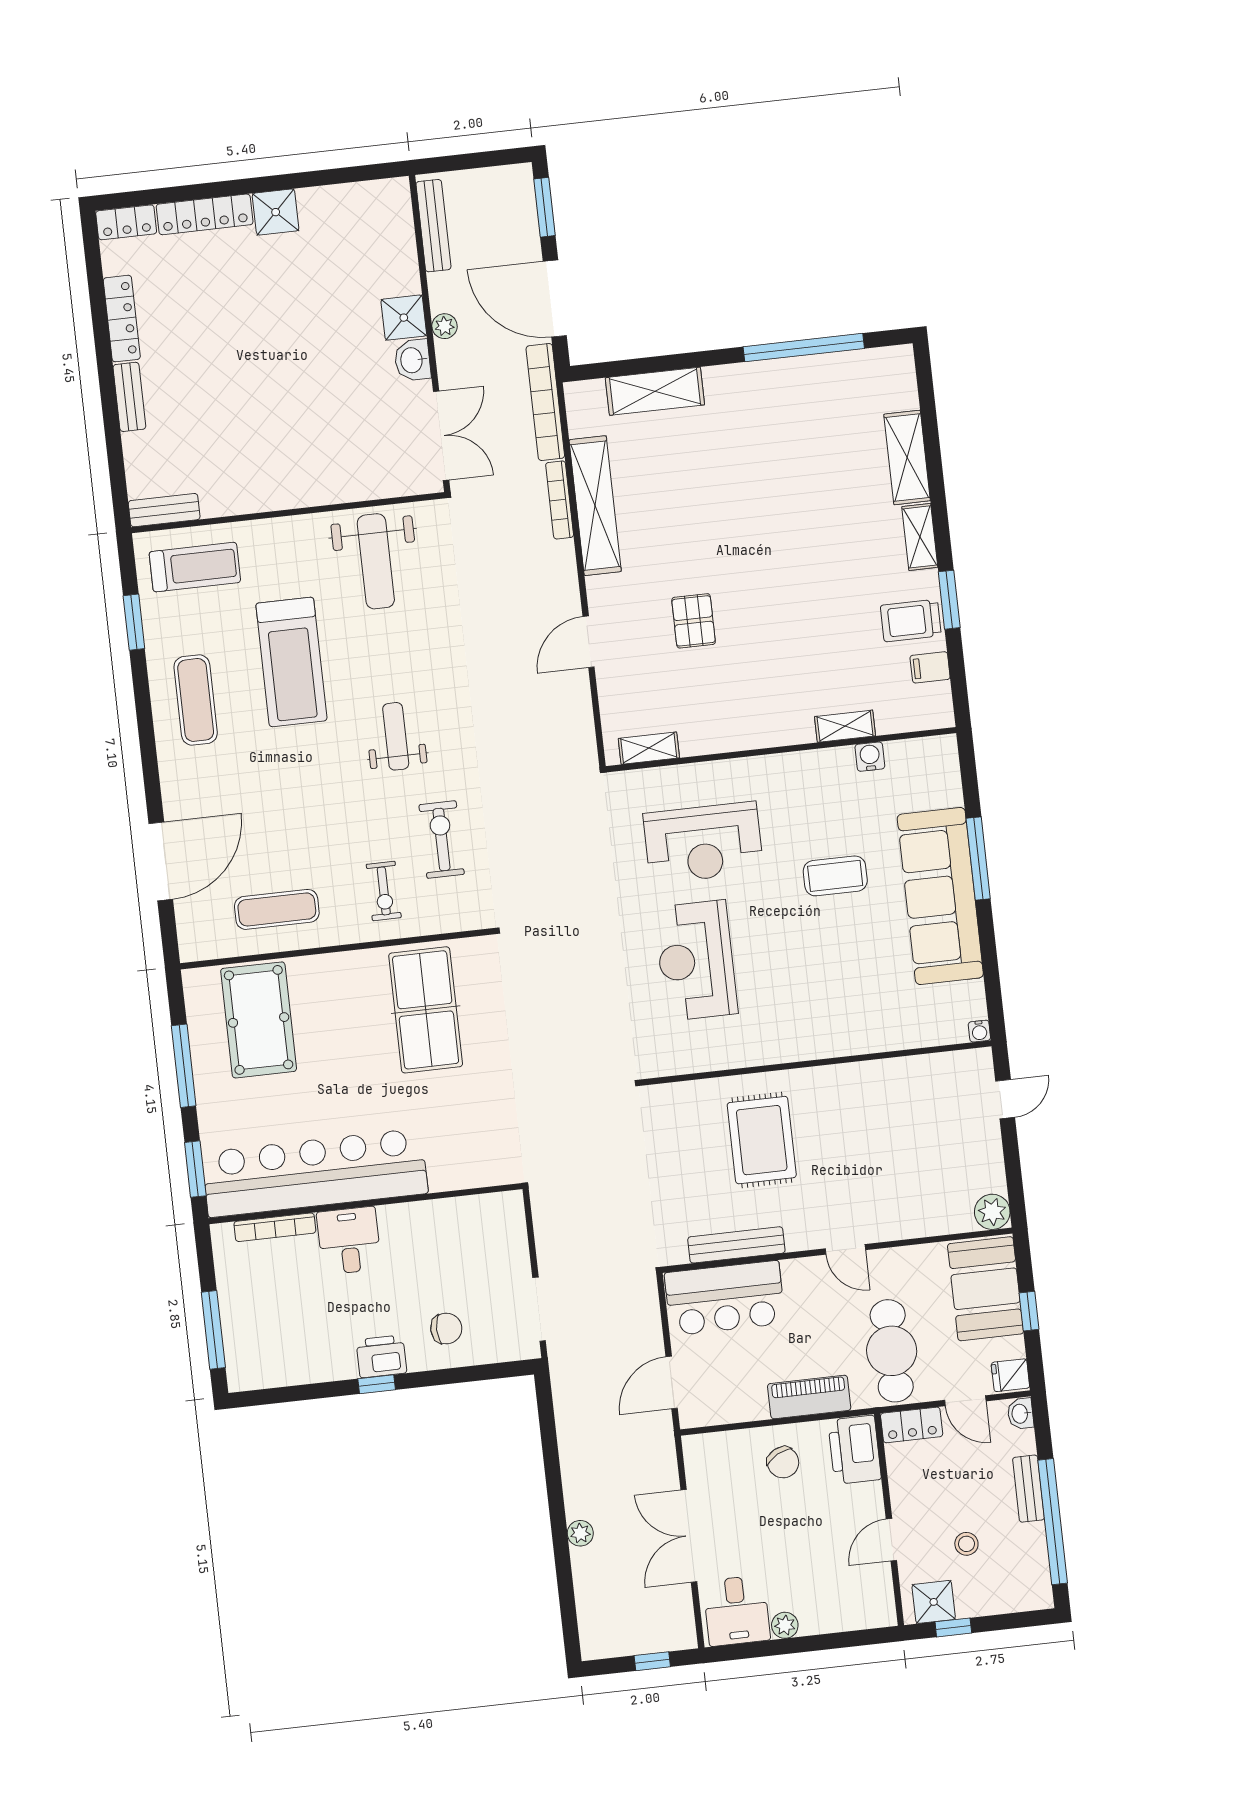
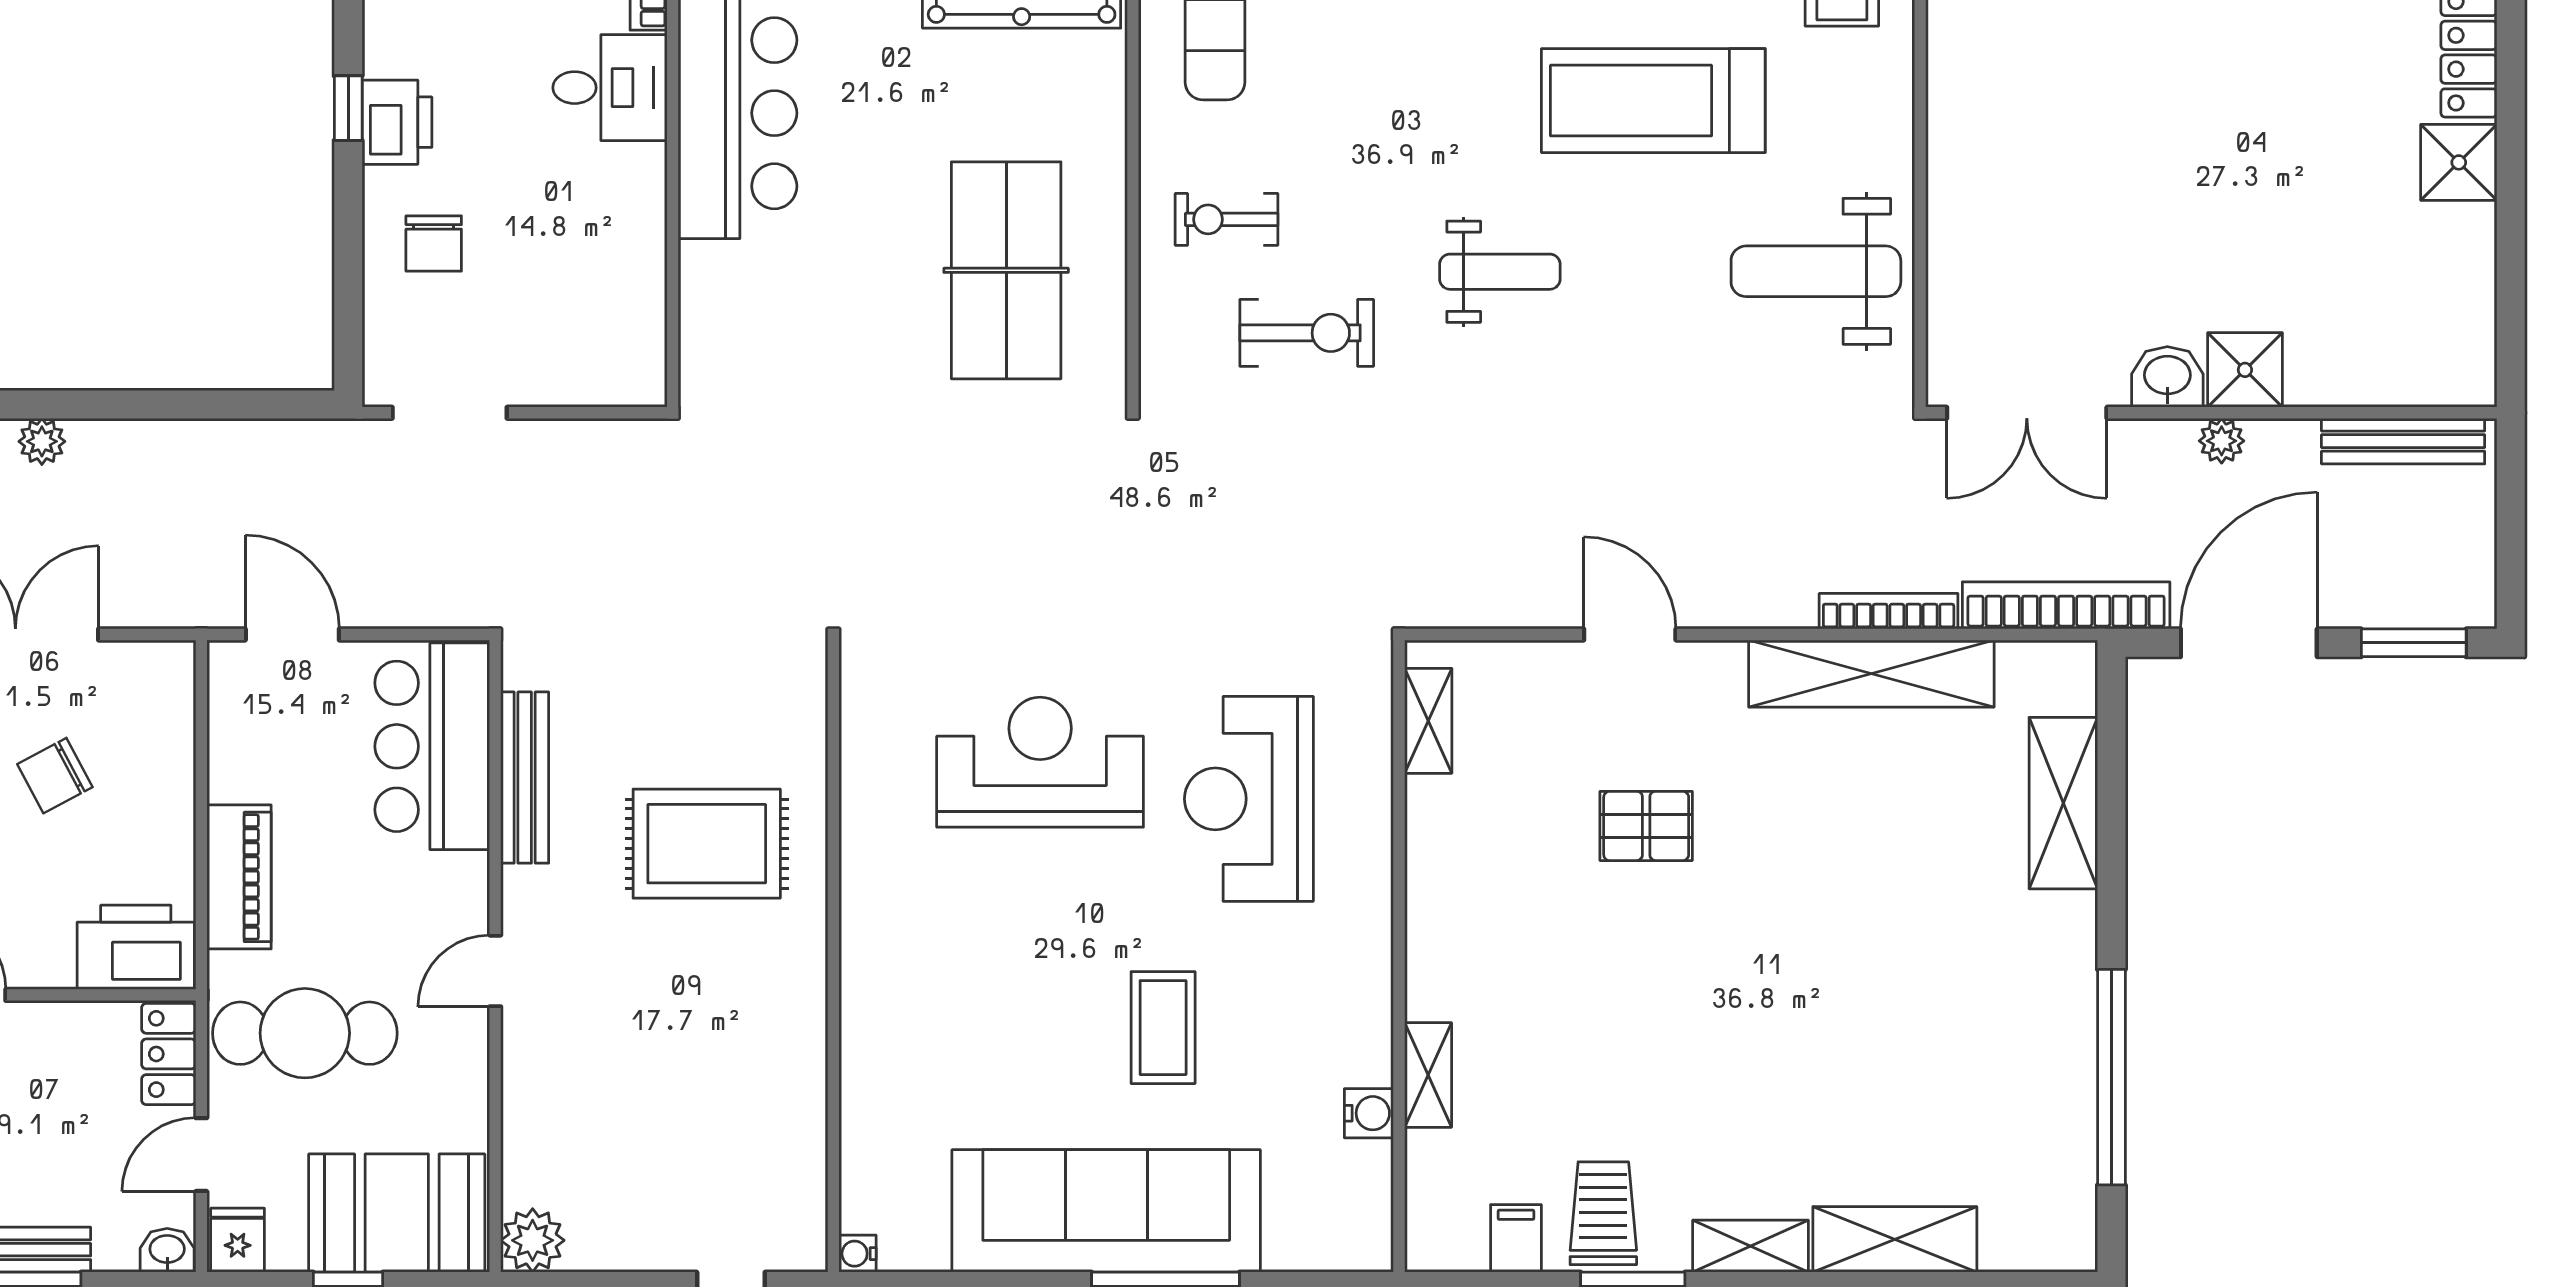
table tennis table: (426, 1010) -> (1006, 270), turned 90
chair: (783, 1462) -> (55, 776), moved

